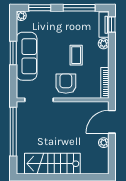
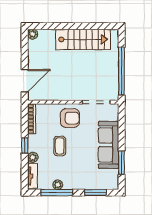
plant: (21, 16) -> (58, 185), moved
window: (112, 25) -> (25, 145), moved
window: (13, 53) -> (122, 163), moved
armchair: (66, 84) -> (70, 118), turned -90
plant: (104, 143) -> (33, 34), moved

